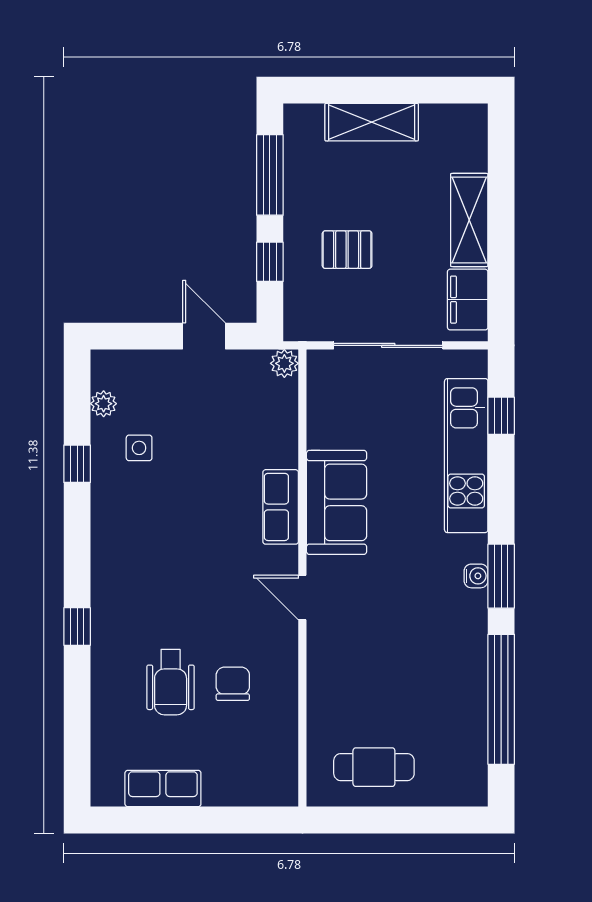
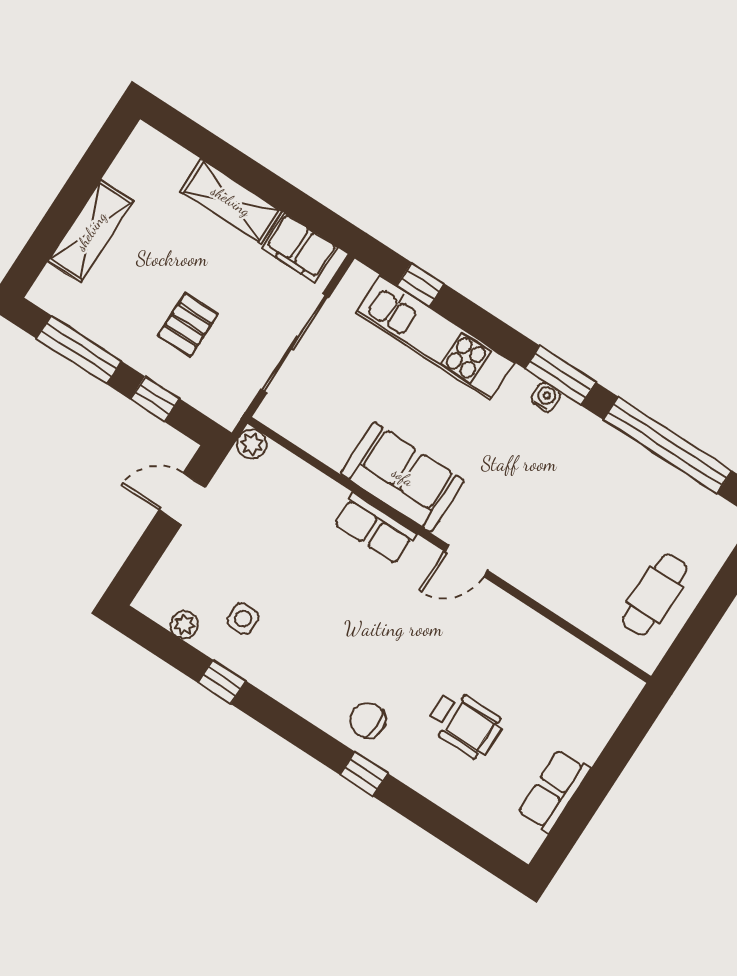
chair: (233, 684) -> (368, 720), moved

